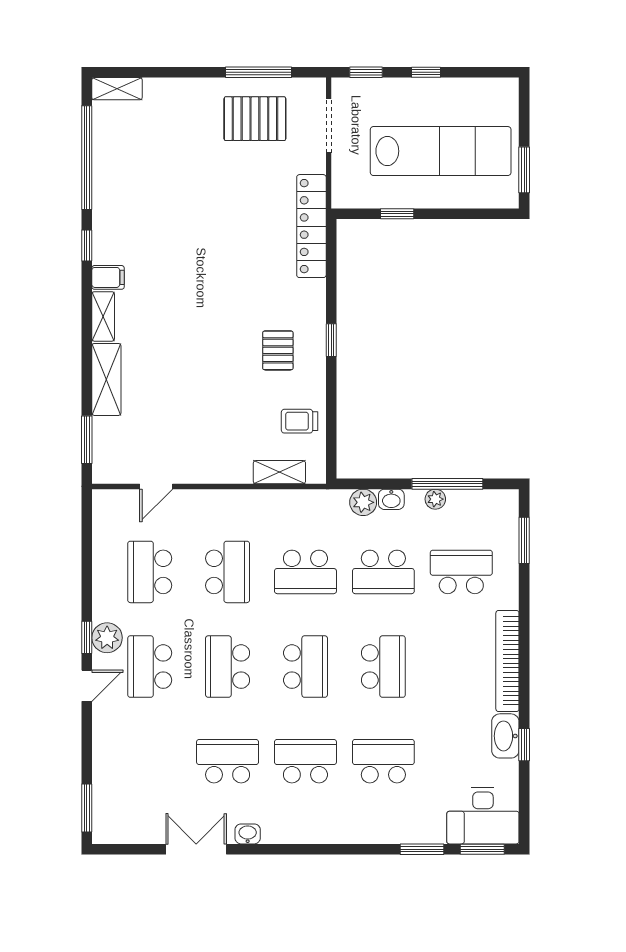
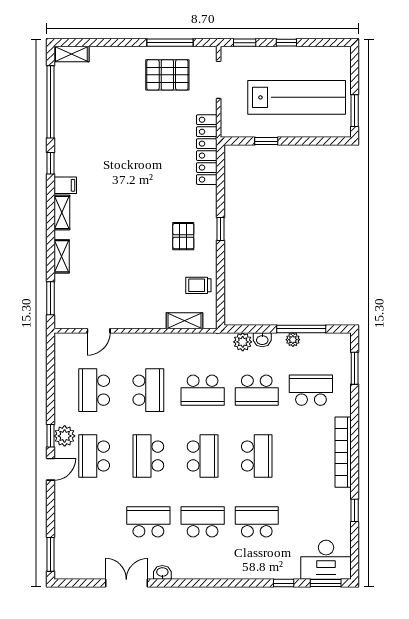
shelving: (106, 379) -> (62, 256), width x0.67, depth x0.75
washbasin: (505, 736) -> (342, 504), removed
window: (422, 849) -> (284, 583), width x0.67

